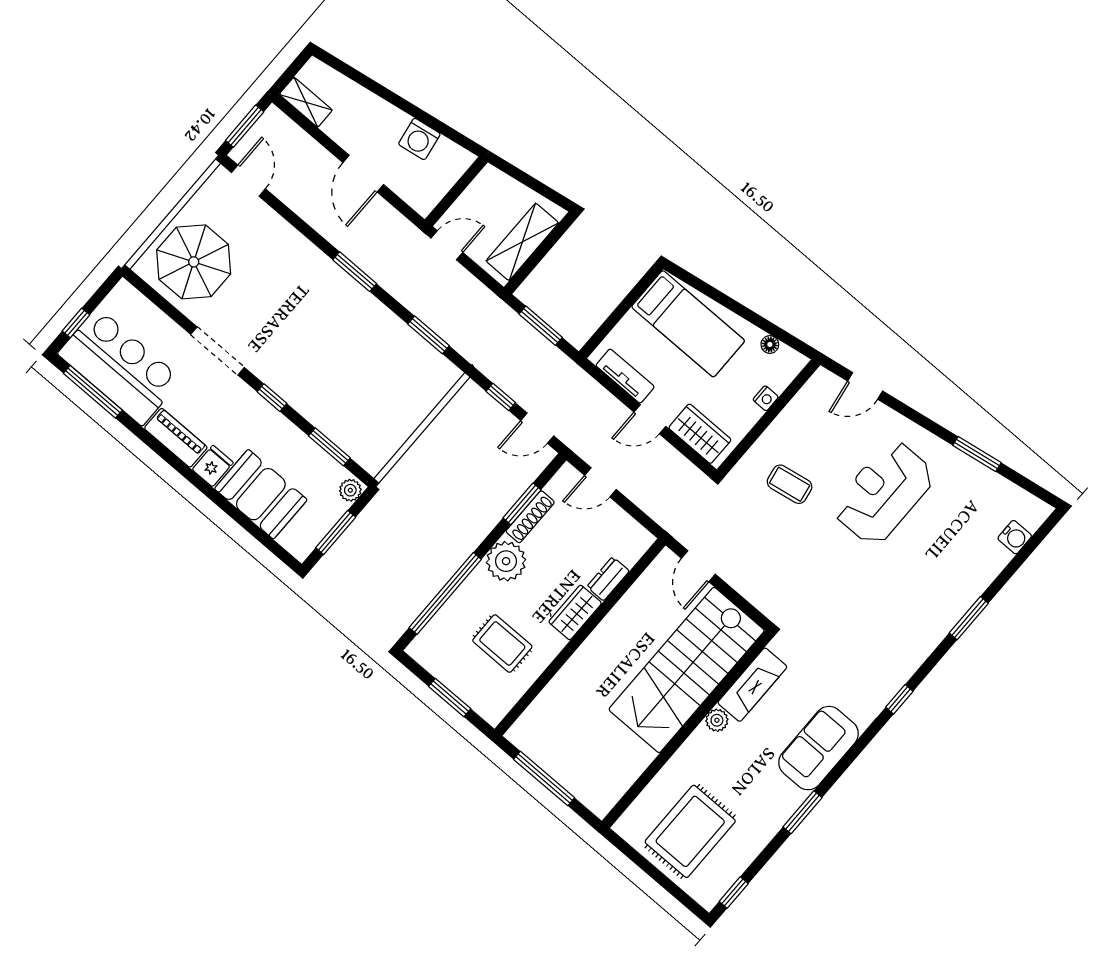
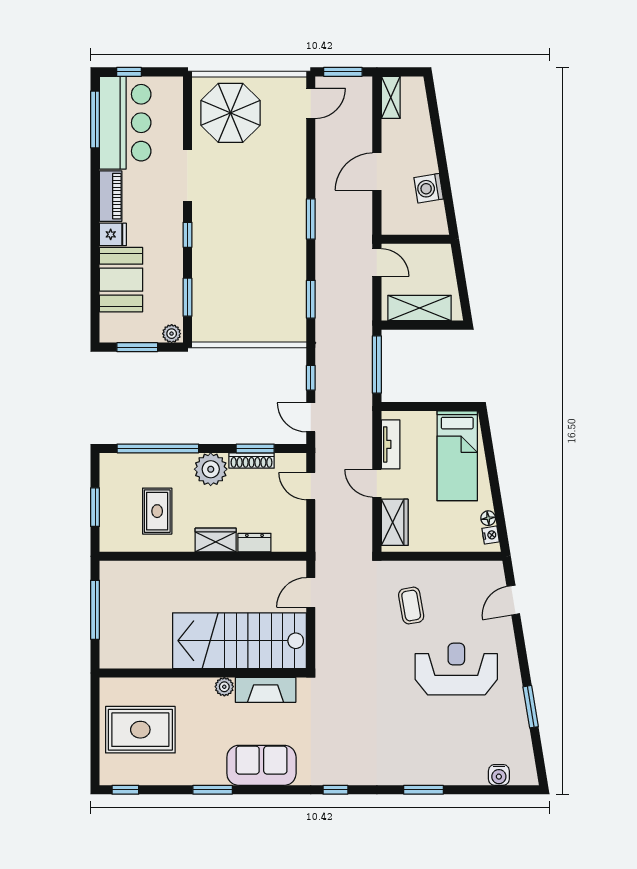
window: (541, 326) -> (377, 365), width x1.44
door: (865, 386) -> (513, 600), hinge flipped
nightstand: (766, 398) -> (491, 535), moved, turned -99

